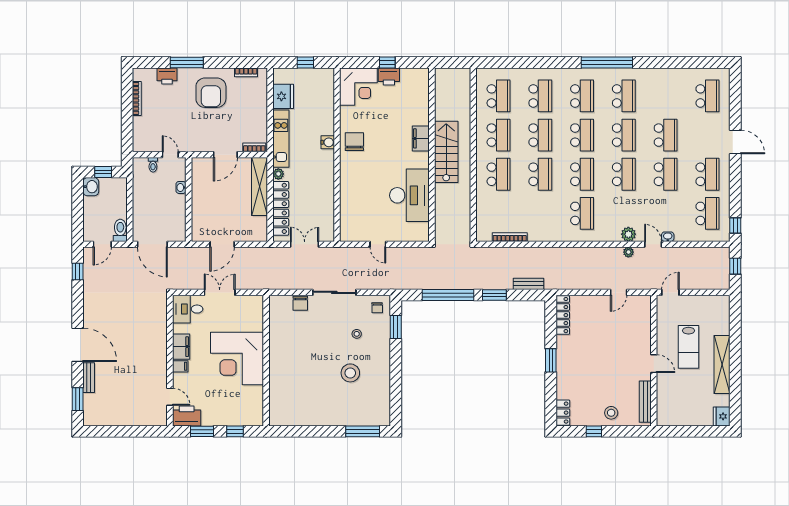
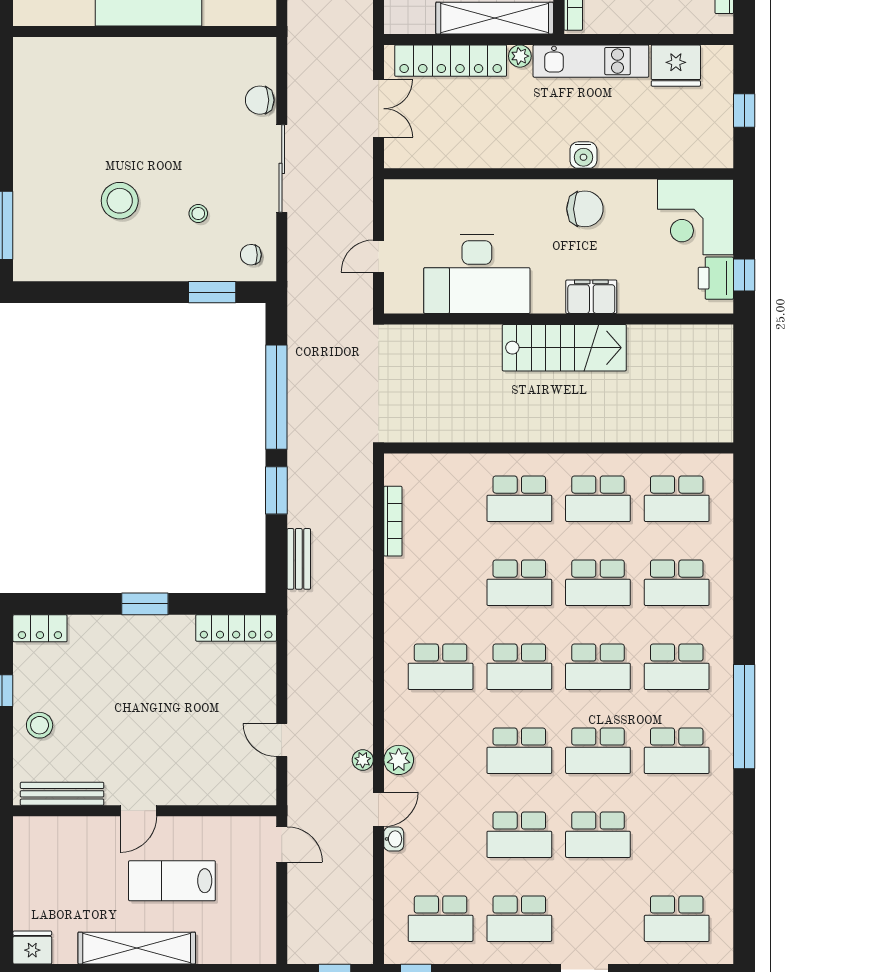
filing cabinet: (421, 138) -> (591, 297), moved
stairs: (446, 152) -> (564, 348), moved
wall: (432, 155) -> (559, 319), moved
desk: (409, 195) -> (477, 274), moved

